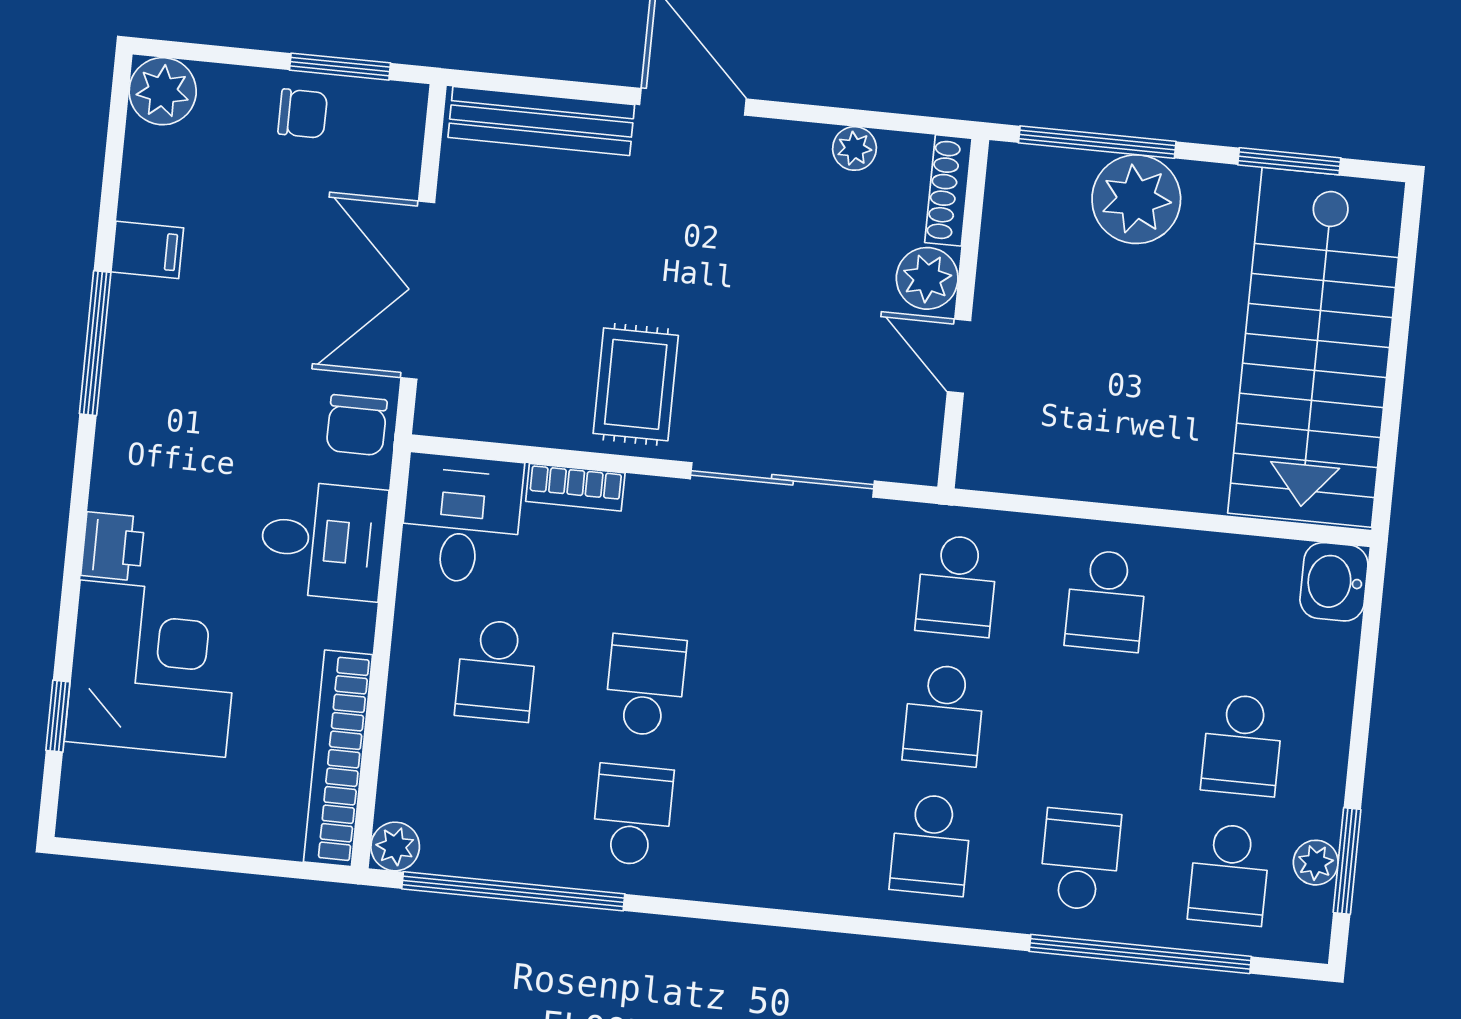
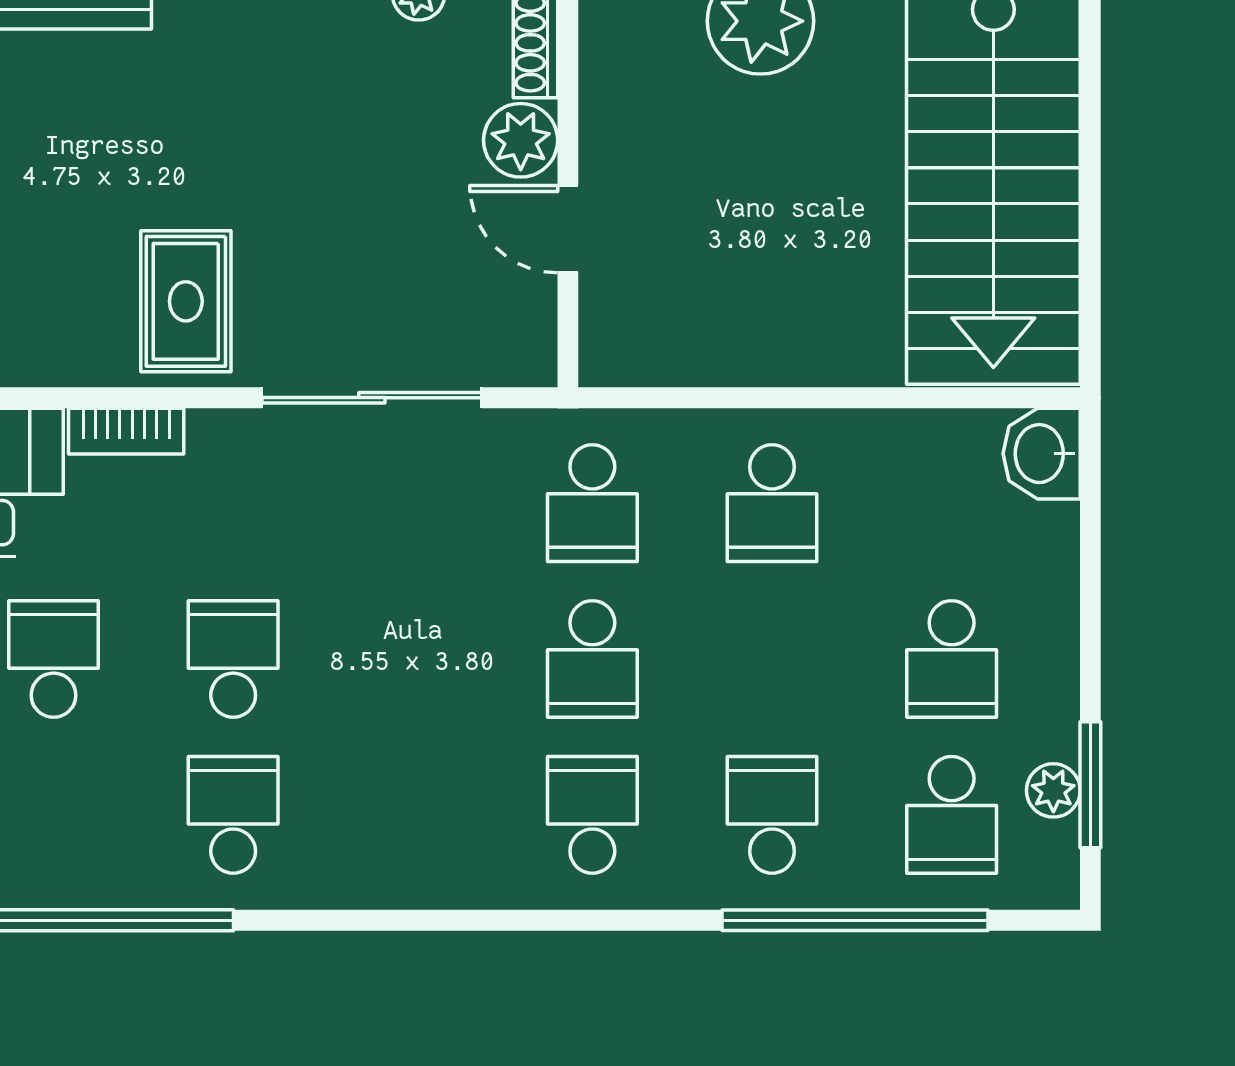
school desk: (496, 670) -> (54, 659), turned 180
school desk: (931, 845) -> (592, 815), turned 180

